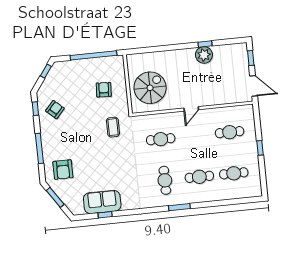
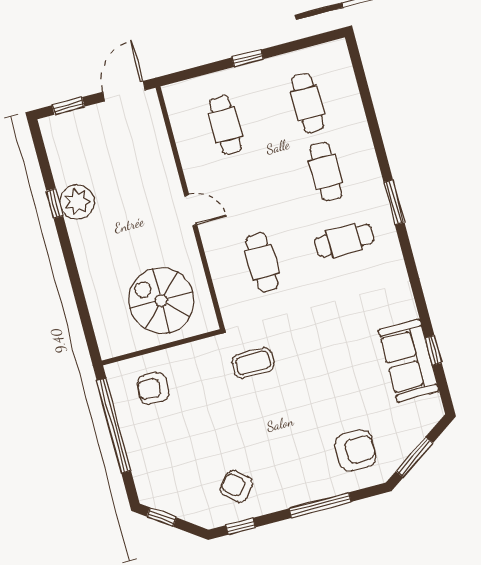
armchair: (104, 90) -> (153, 388), moved

